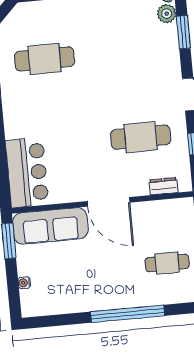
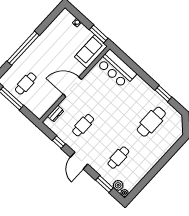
cafe table: (133, 51) -> (118, 158), added
cafe table: (141, 137) -> (83, 125), width x0.73, depth x0.74
sofa: (50, 226) -> (91, 52), width x0.73

